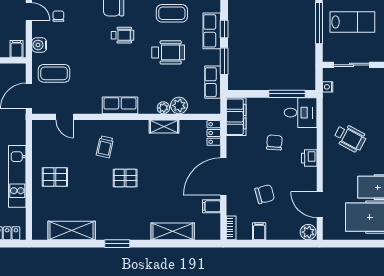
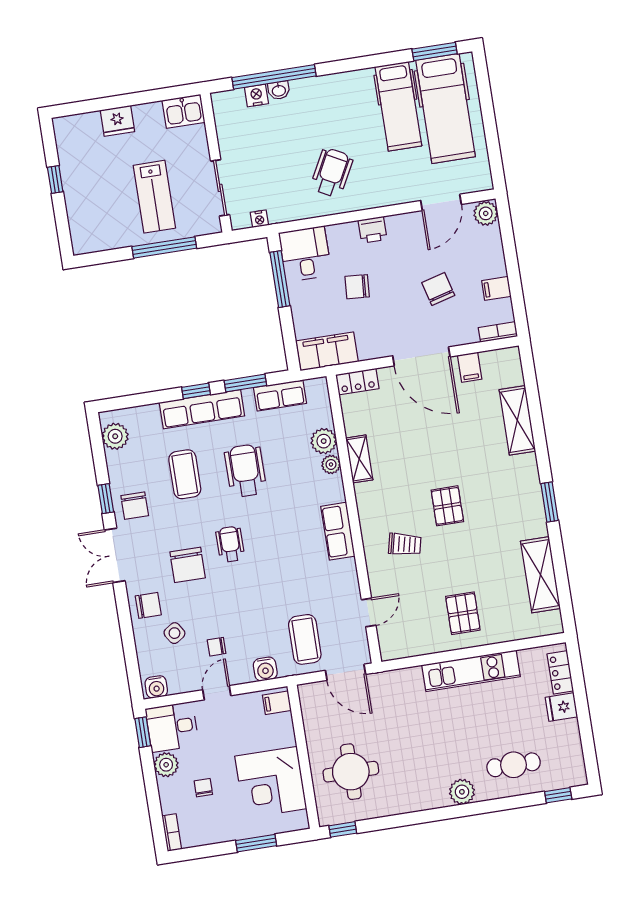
lab bench: (352, 22) -> (154, 197), turned 180
row of seats: (212, 31) -> (202, 409), width x1.48

